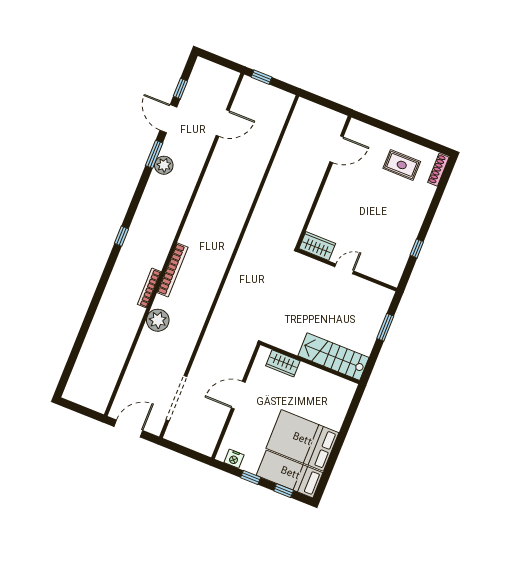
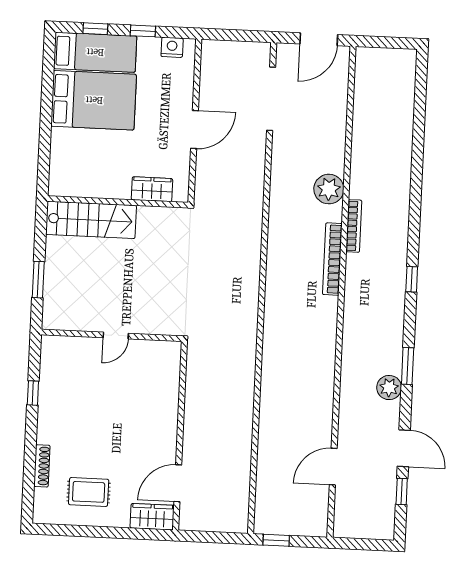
window: (262, 77) -> (276, 540), moved
window: (154, 154) -> (408, 366), moved
shoe rack: (438, 170) -> (42, 466), moved
wardrobe: (317, 246) -> (152, 517), moved, turned 180

